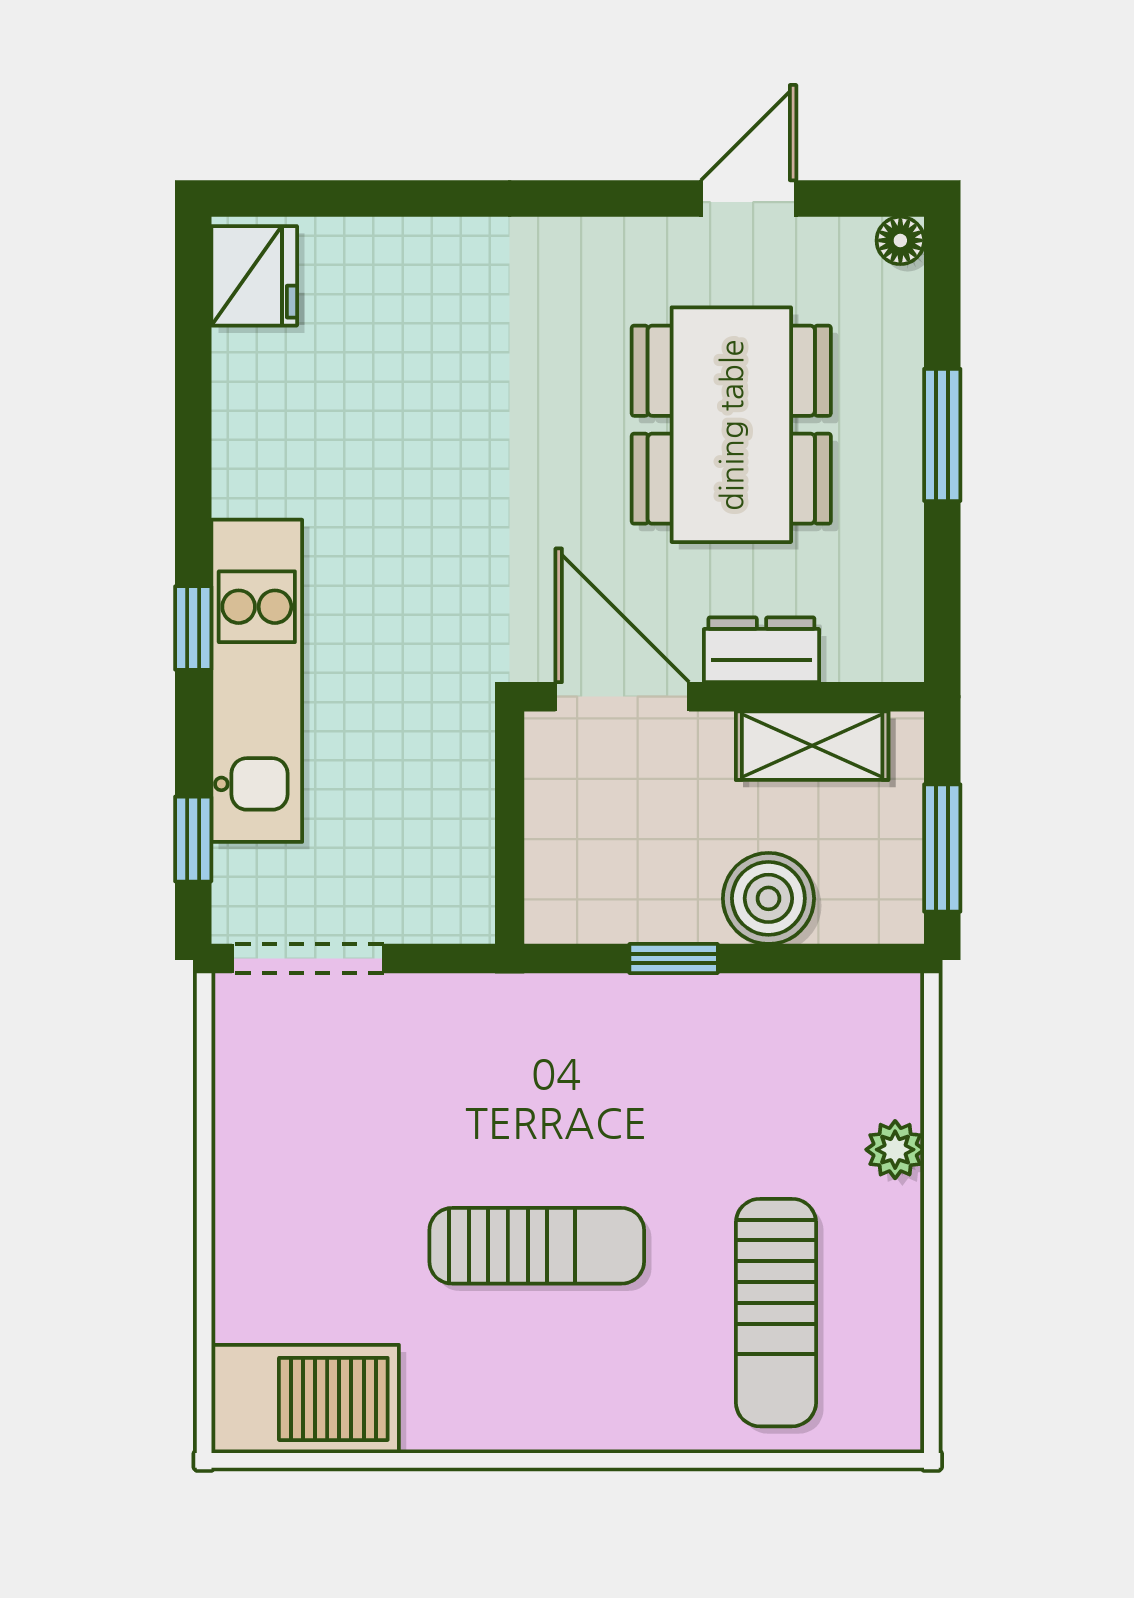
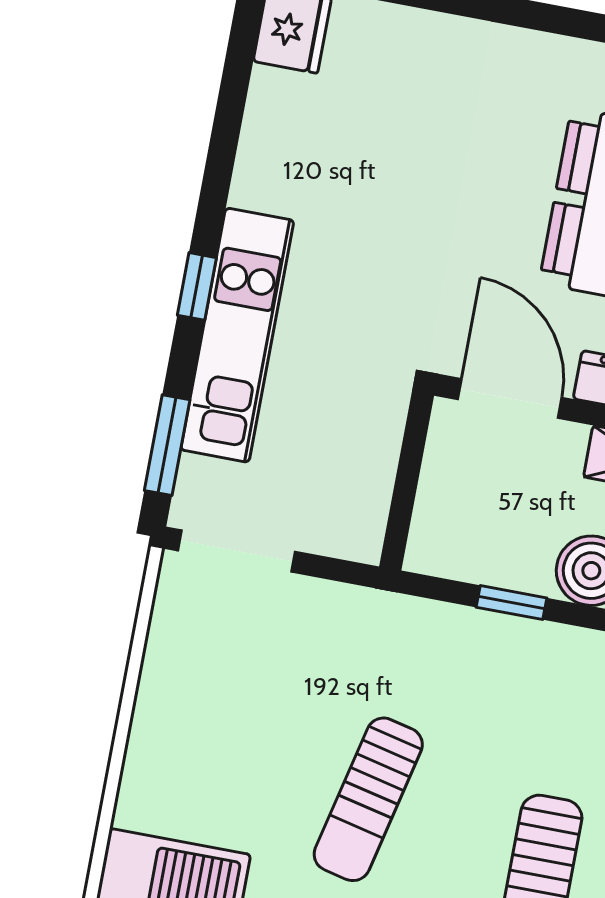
window: (193, 839) -> (167, 445), width x1.50
sun lounger: (537, 1246) -> (368, 799), turned 103

